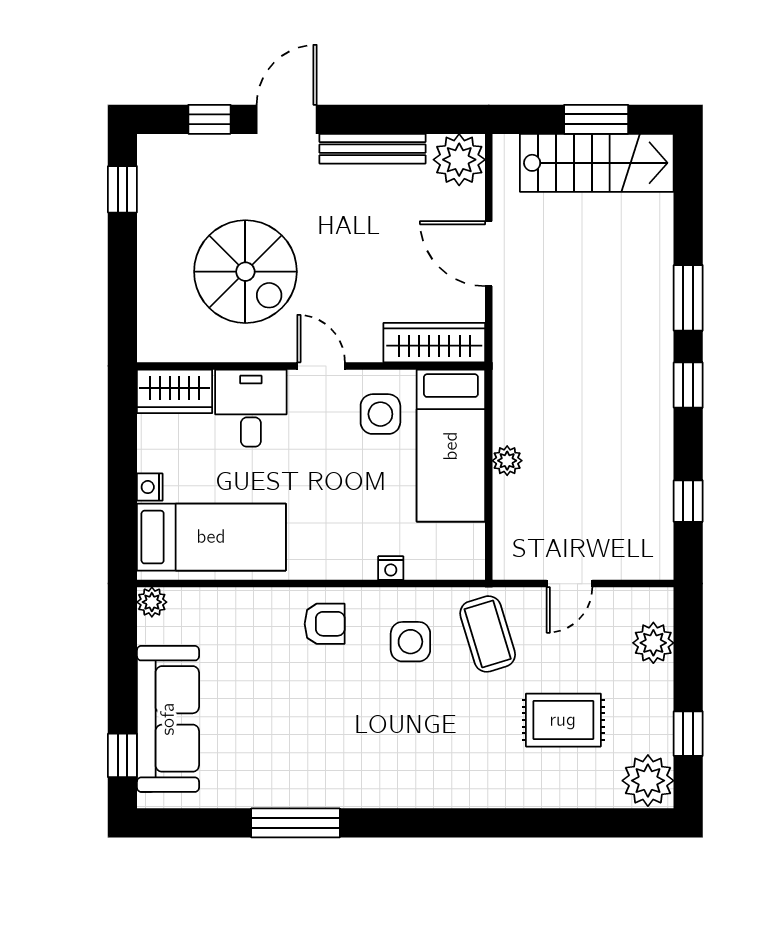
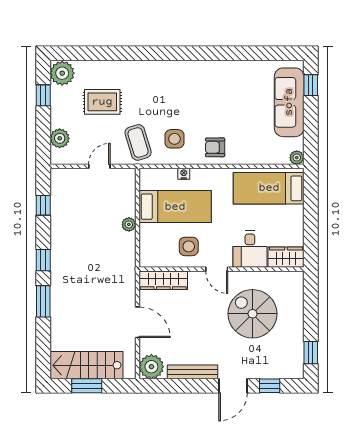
bed: (451, 446) -> (175, 207), moved, turned 90
nightstand: (150, 487) -> (298, 212), removed
window: (295, 823) -> (229, 53), removed

